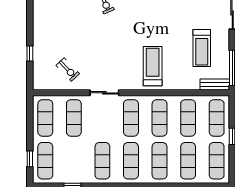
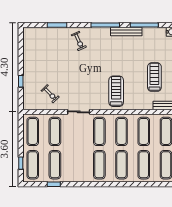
treadmill: (202, 48) -> (154, 77), turned 180
exercise mat: (102, 161) -> (55, 165), moved

